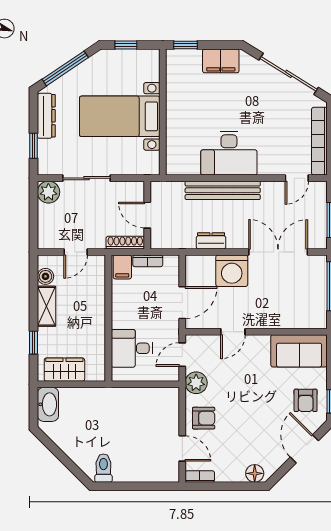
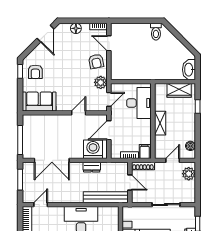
bench: (223, 190) -> (106, 197), moved
plant: (48, 192) -> (189, 174), moved
washing machine: (232, 271) -> (93, 149), moved
shelving: (47, 306) -> (160, 123), moved
desk: (132, 348) -> (139, 103), width x1.37
armchair: (306, 400) -> (35, 72), turned 180
armchair: (204, 418) -> (96, 61), turned -101
door: (304, 449) -> (45, 34), moved
floor lamp: (255, 473) -> (76, 28), moved

